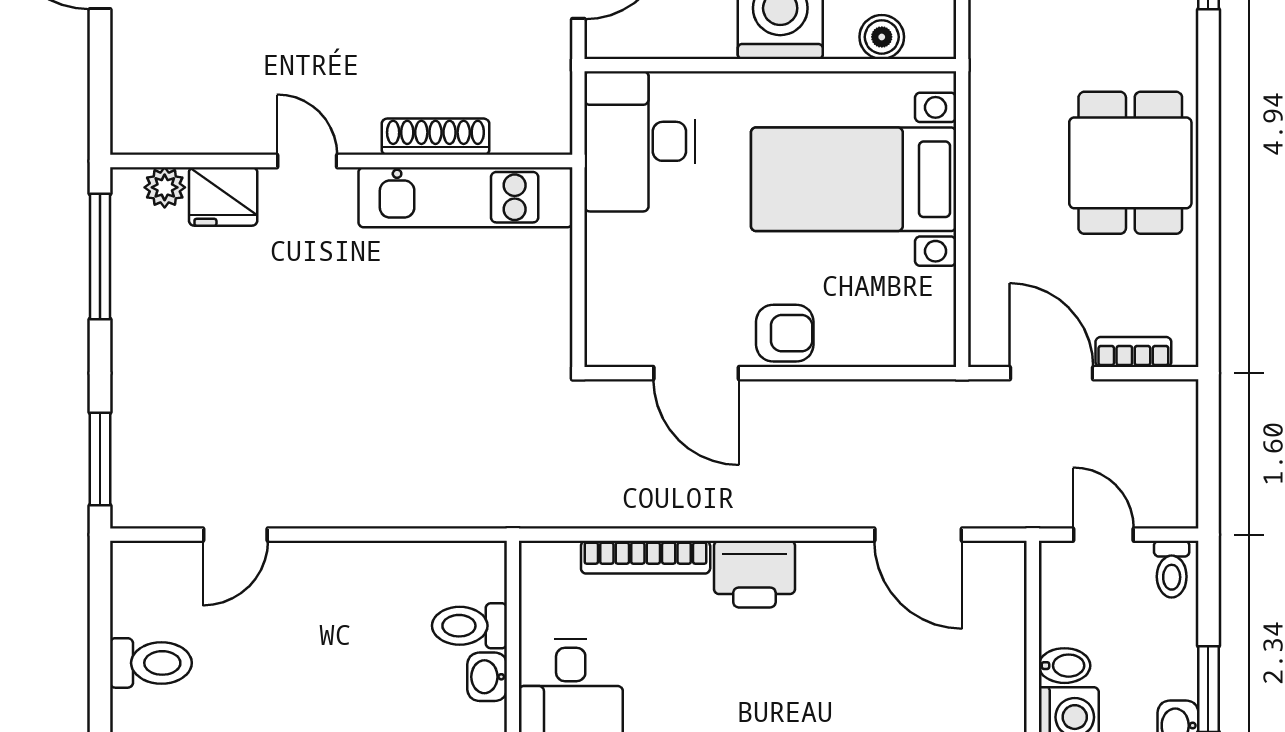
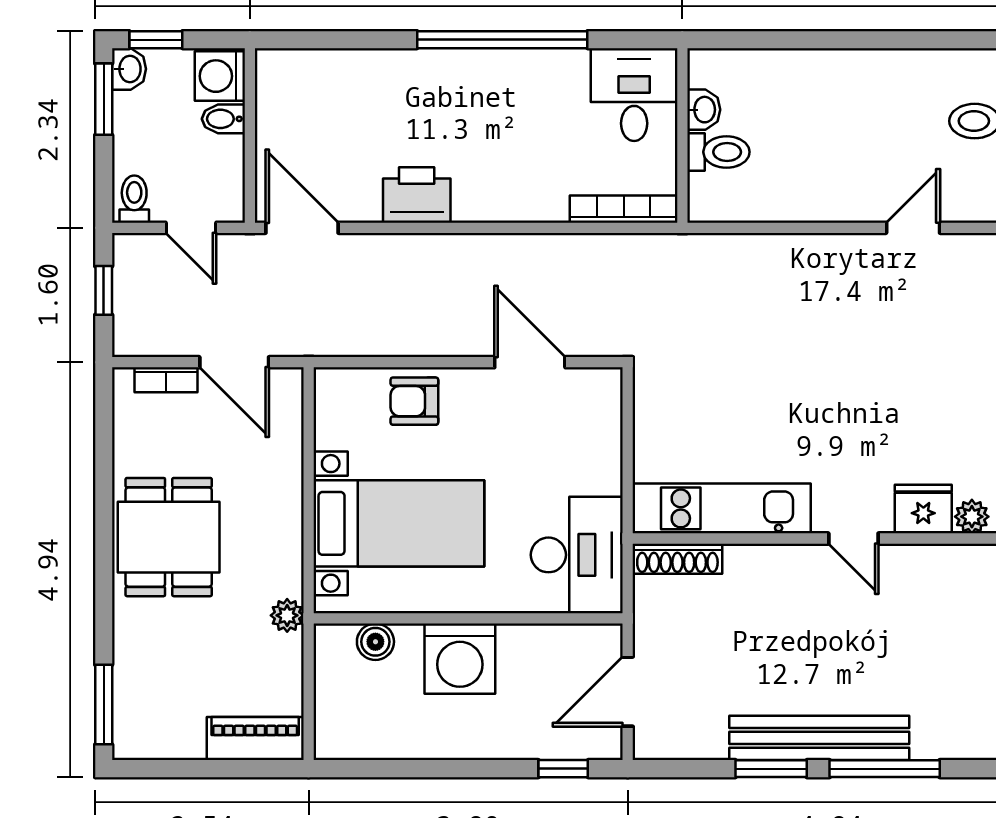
plant: (988, 69) -> (287, 615), added
shoe rack: (435, 137) -> (677, 559), moved
armchair: (785, 333) -> (414, 401), moved
window: (1208, 459) -> (104, 290), added
door: (918, 535) -> (302, 228), moved
bookcase: (646, 557) -> (624, 209), moved
printer: (754, 574) -> (417, 195), moved

